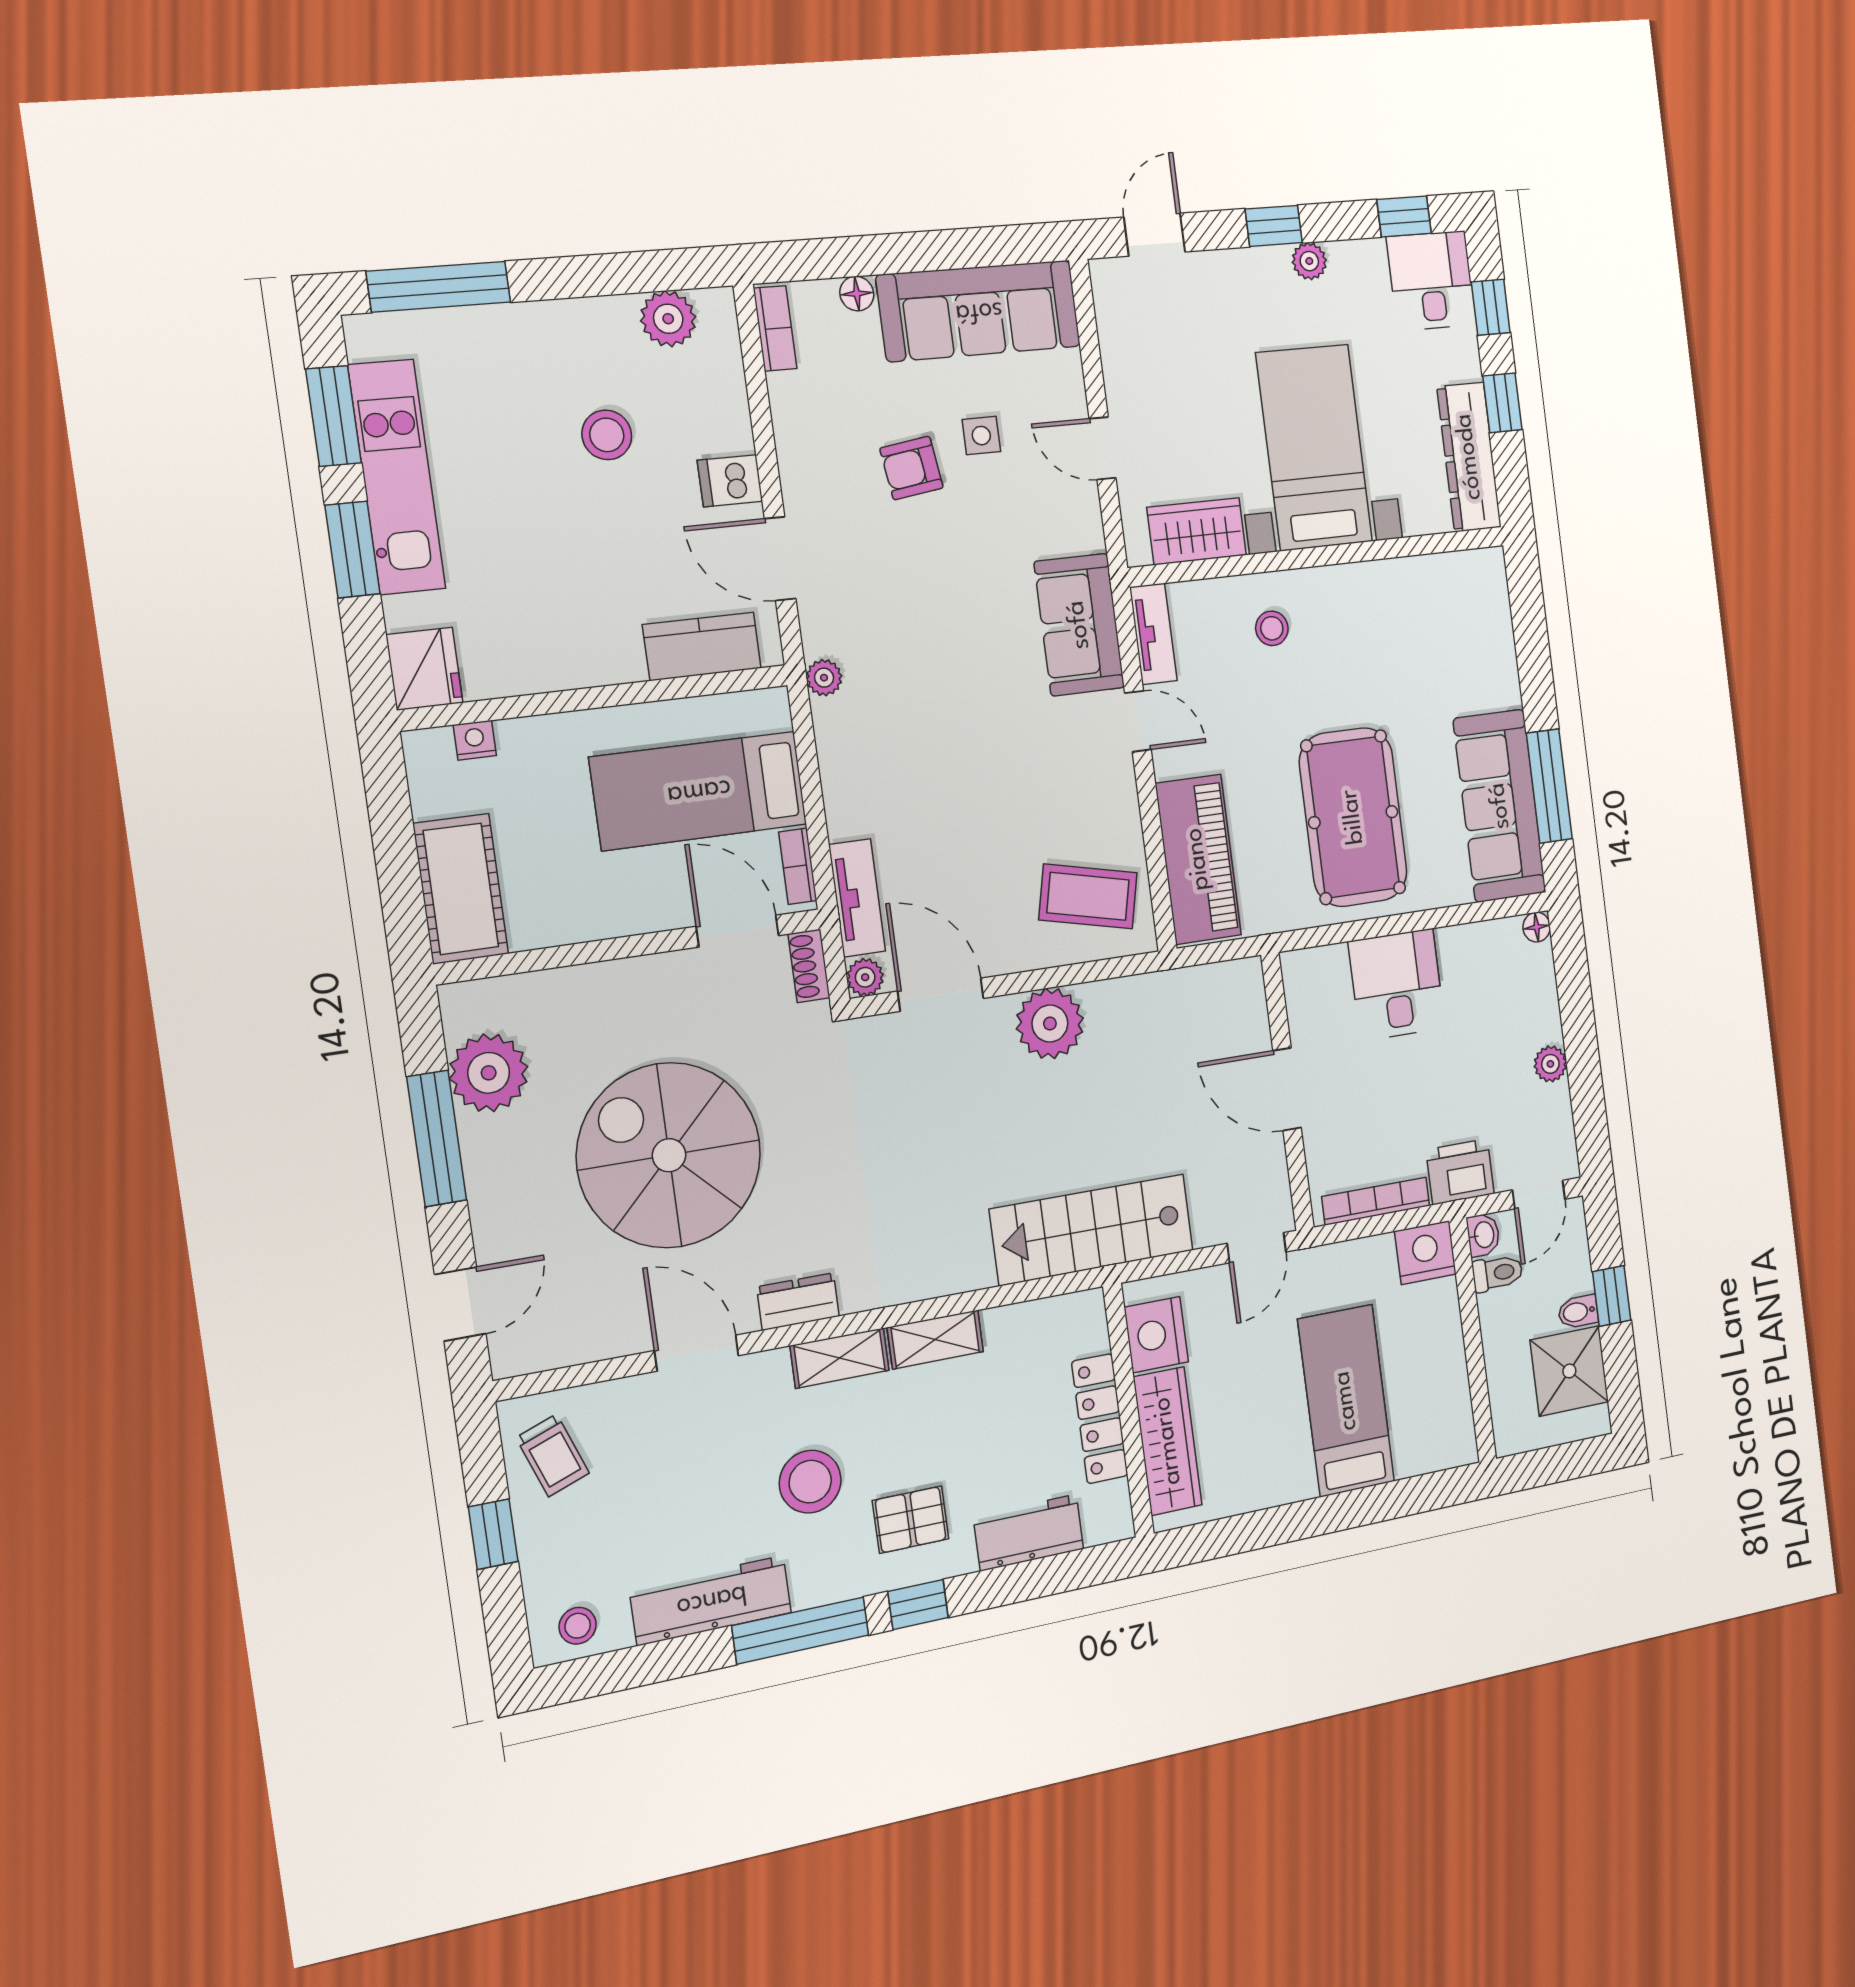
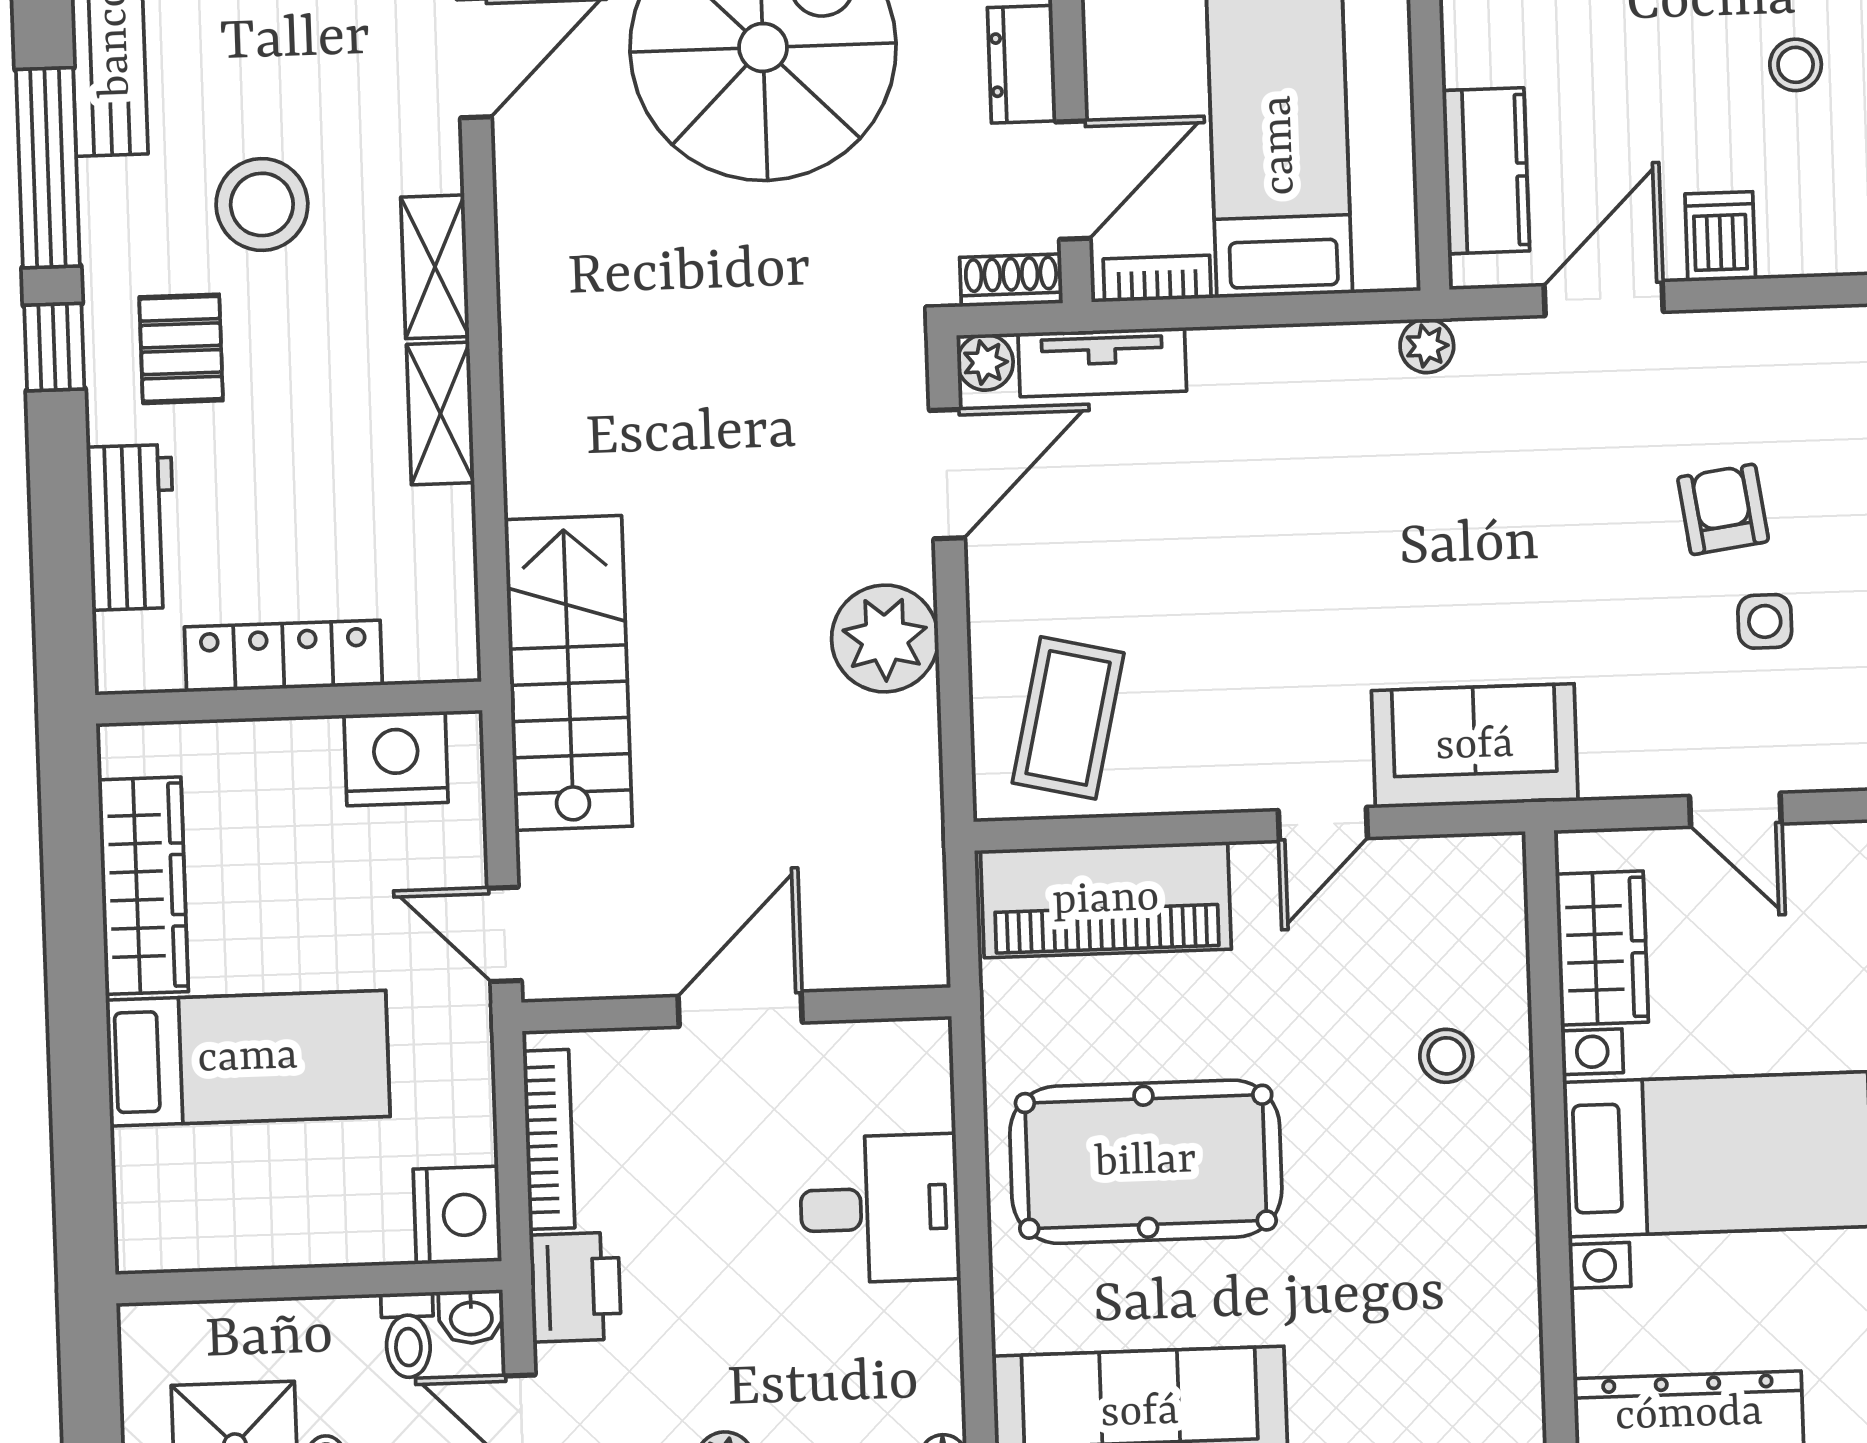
stool: (607, 435) -> (1796, 65), width x0.73, depth x0.73
door: (1103, 448) -> (1735, 810), swing flipped
tv unit: (1153, 634) -> (1452, 862), removed
dresser: (798, 1302) -> (1022, 64), moved, turned 180
wardrobe: (1168, 1441) -> (143, 886), moved, turned -90

